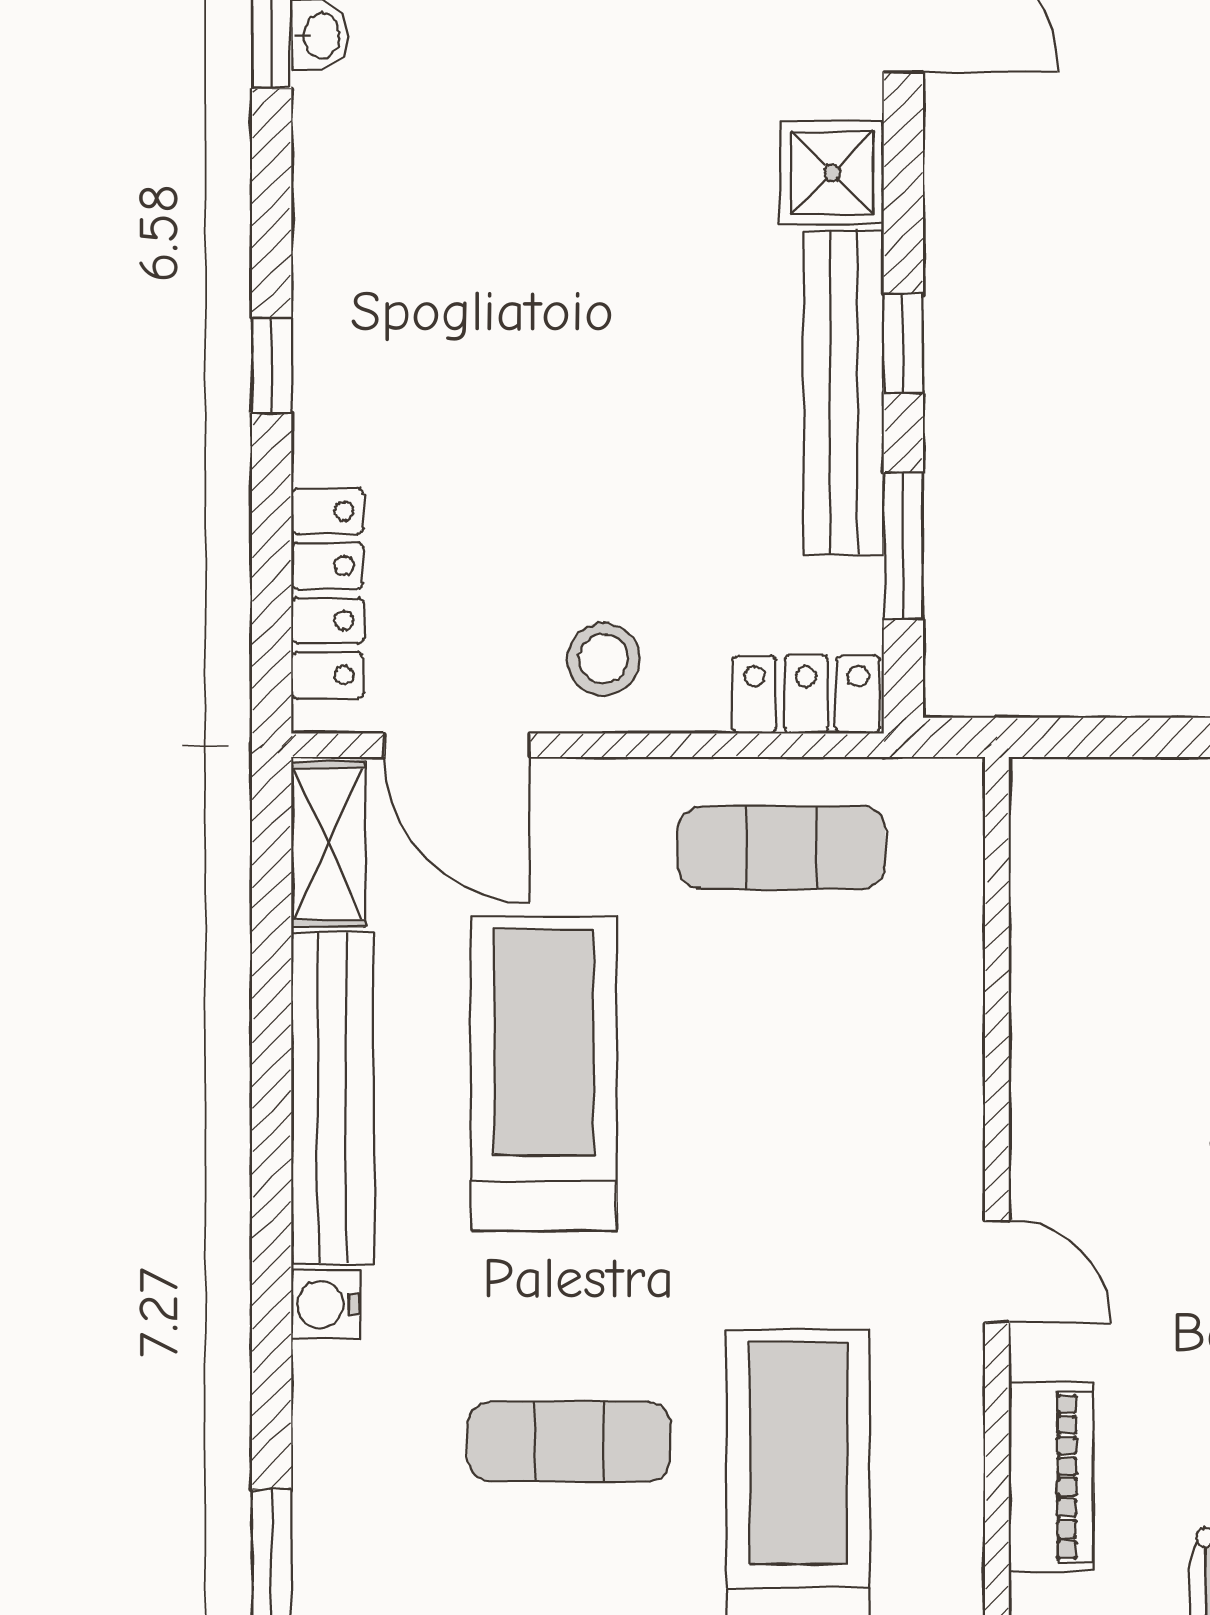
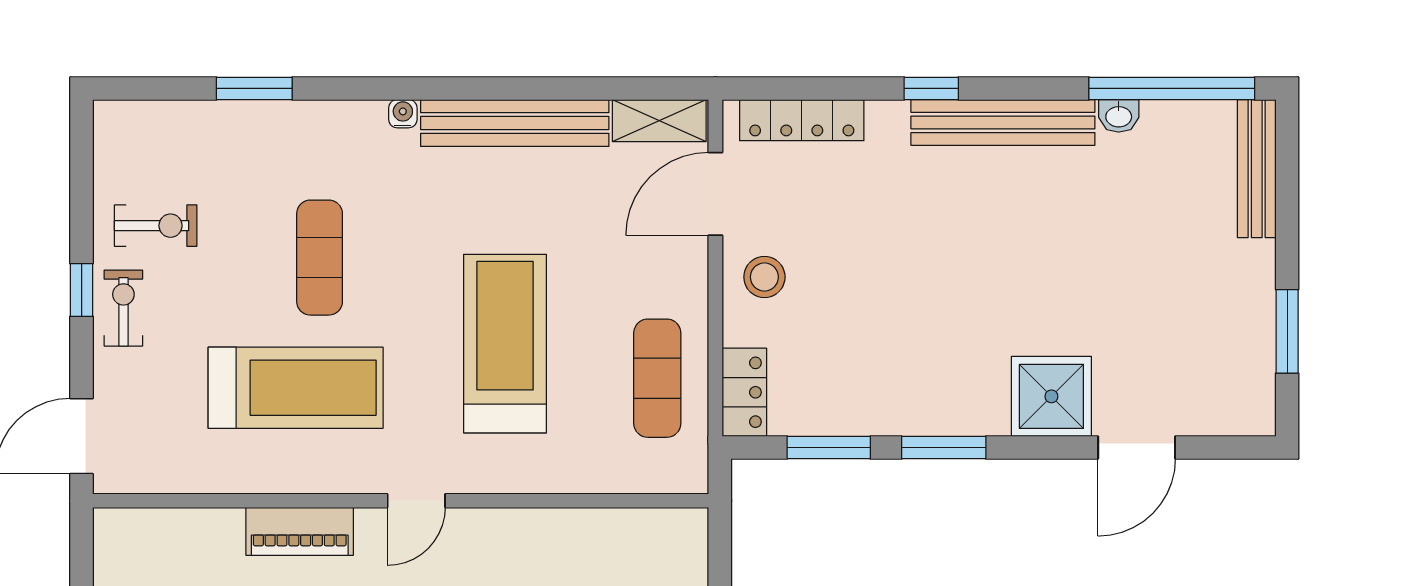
shower: (832, 173) -> (1051, 396), width x1.36, depth x1.36
window: (903, 343) -> (944, 447), width x1.50
bench: (844, 393) -> (1003, 122), moved
treadmill: (544, 1074) -> (505, 344), moved, turned -90
water cooler: (326, 1305) -> (403, 114), width x0.72, depth x0.72

